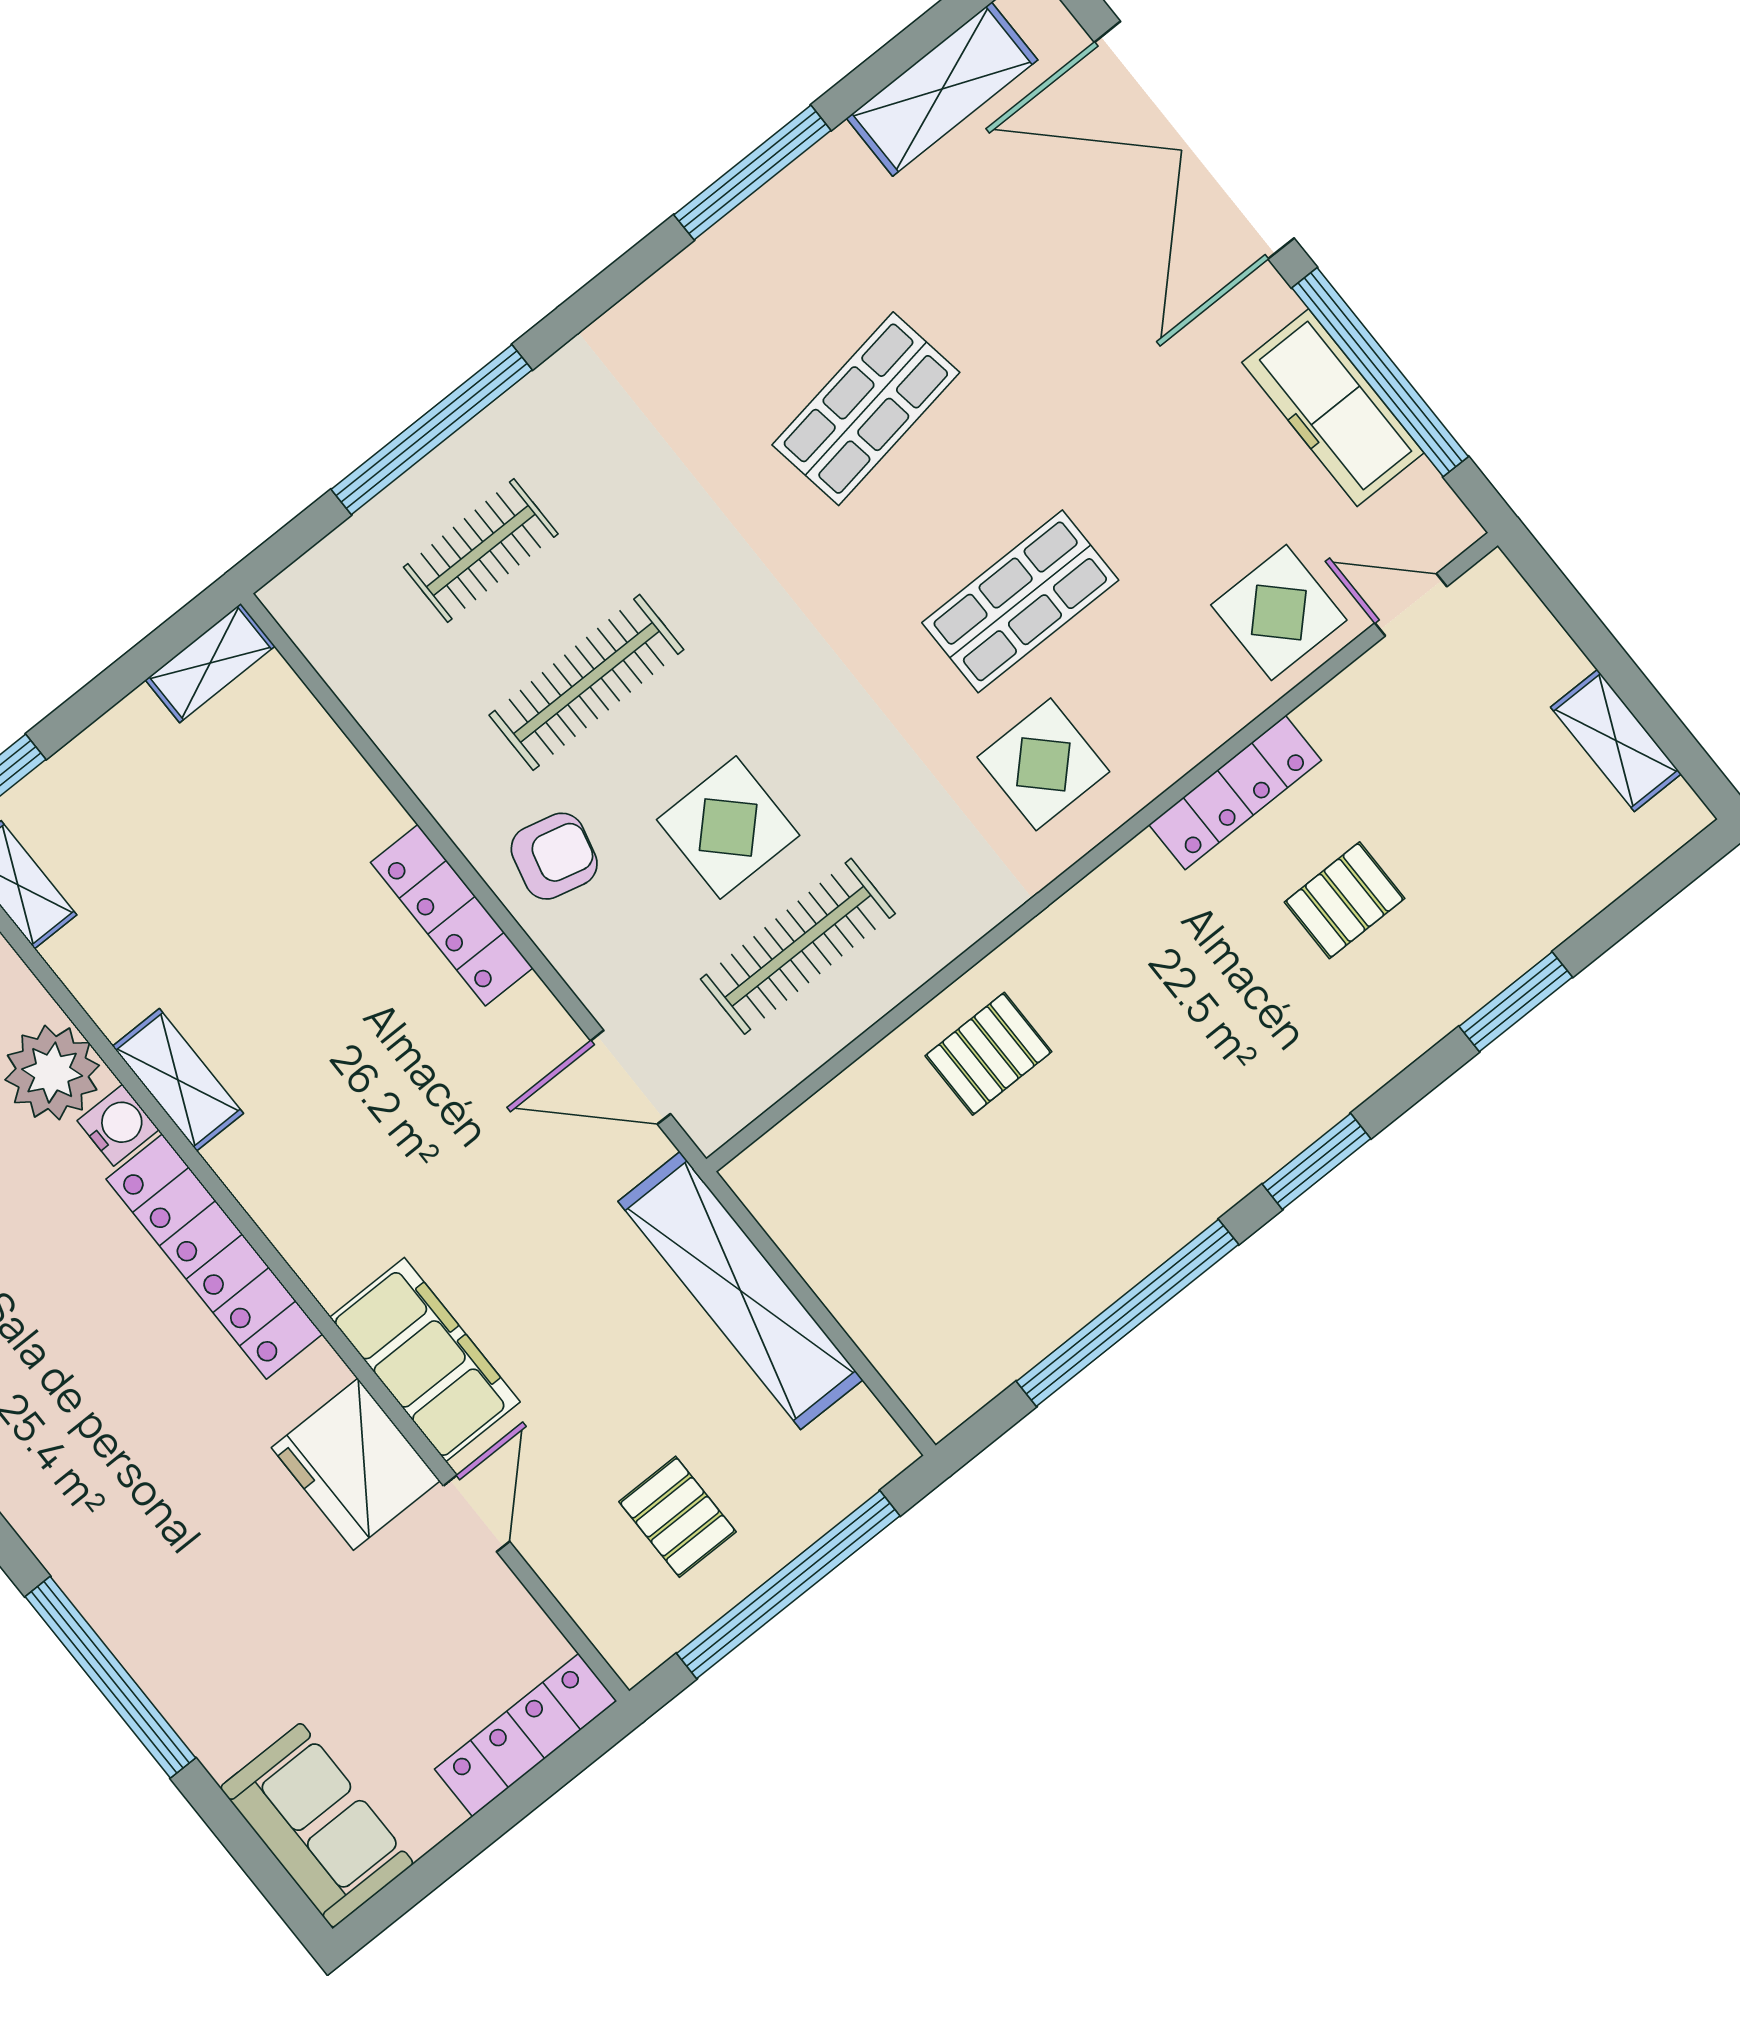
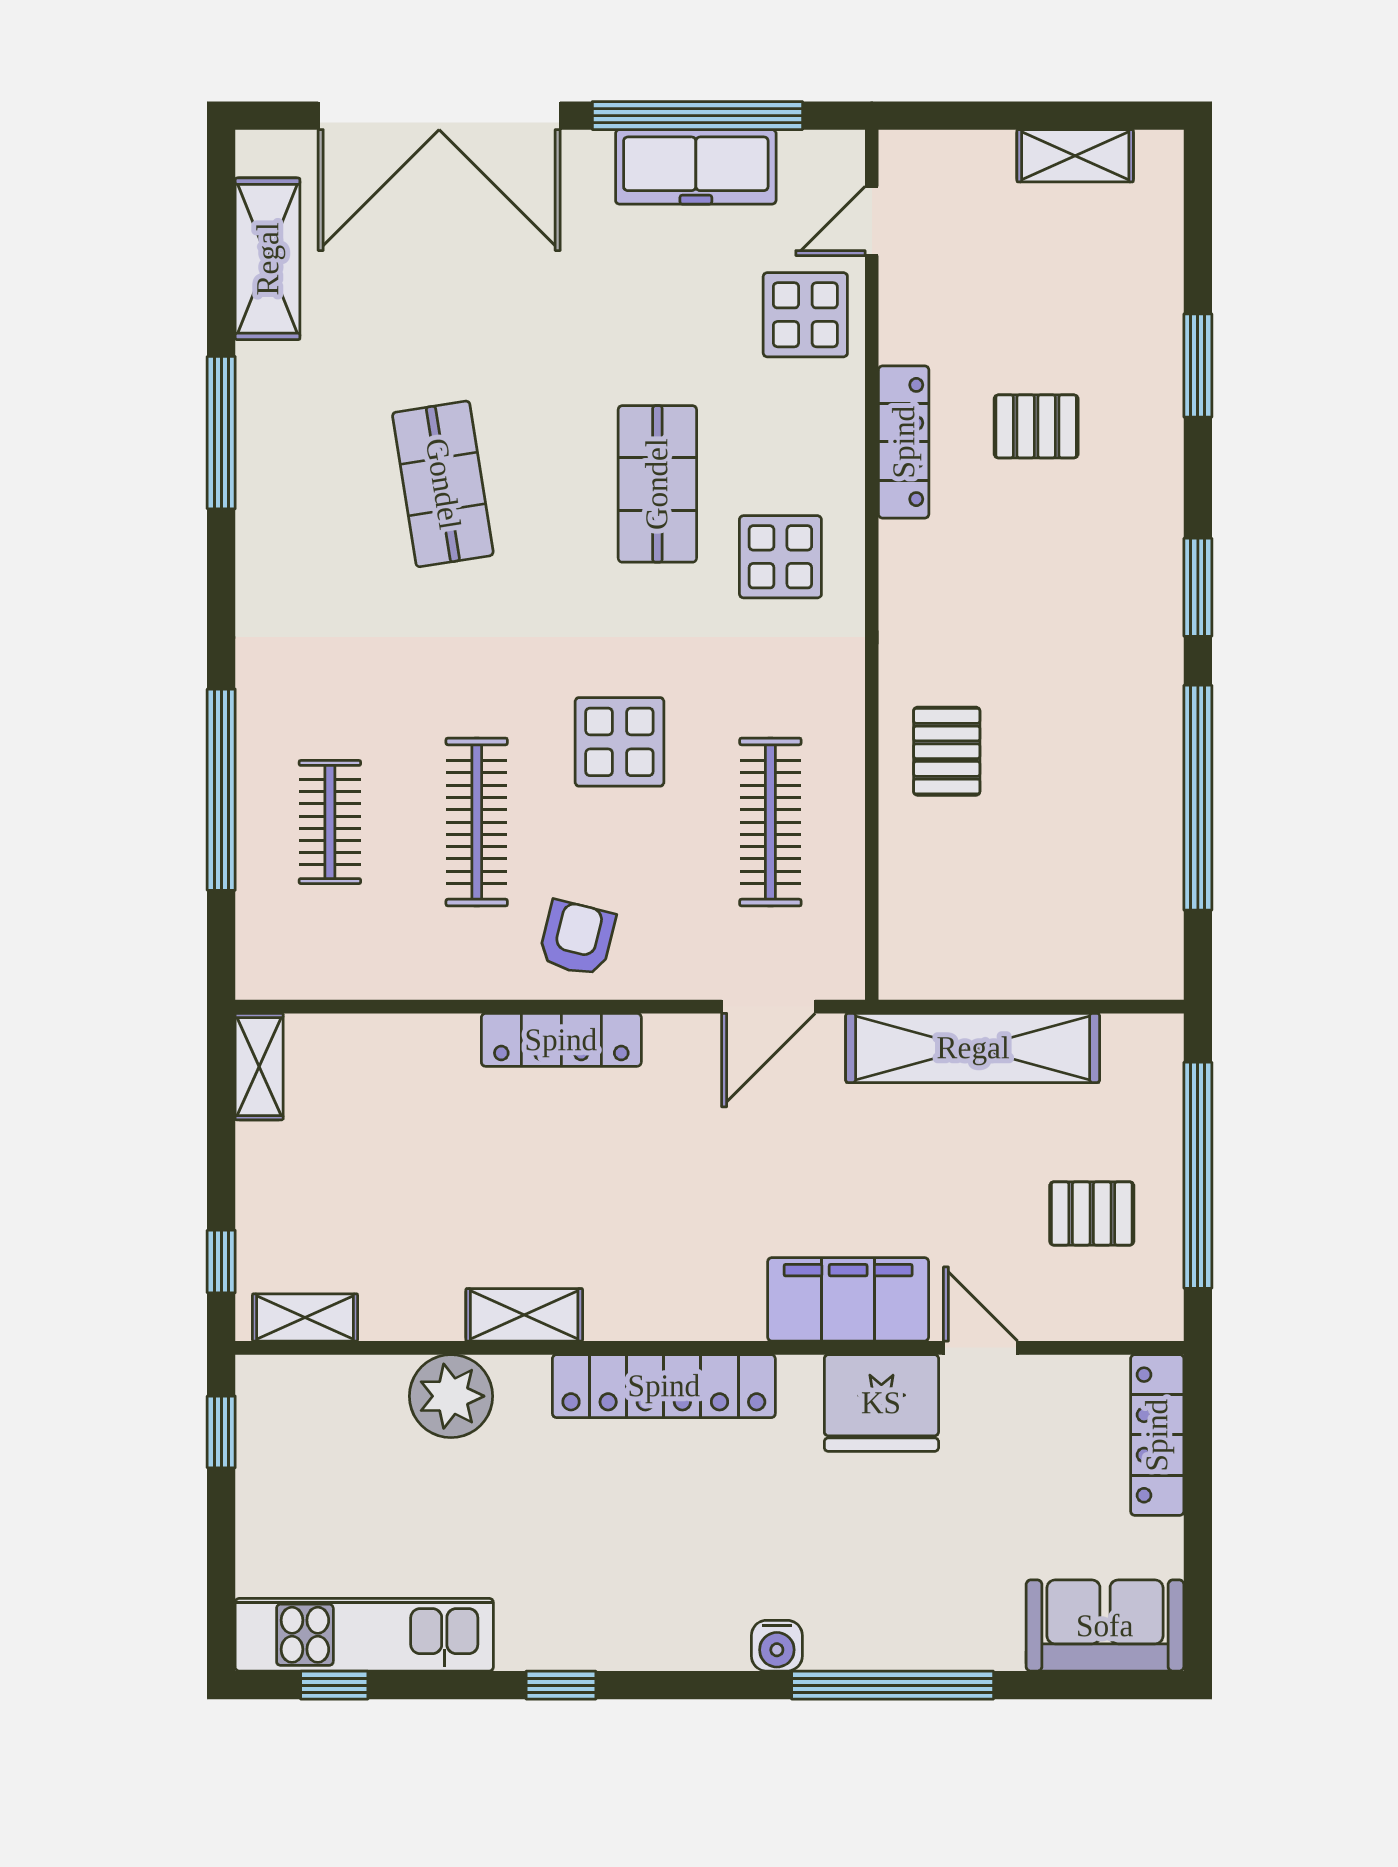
display table: (728, 827) -> (619, 742), moved
pallet: (1345, 900) -> (1036, 426), turned 90
water cooler: (118, 1125) -> (777, 1646), moved, turned 180

